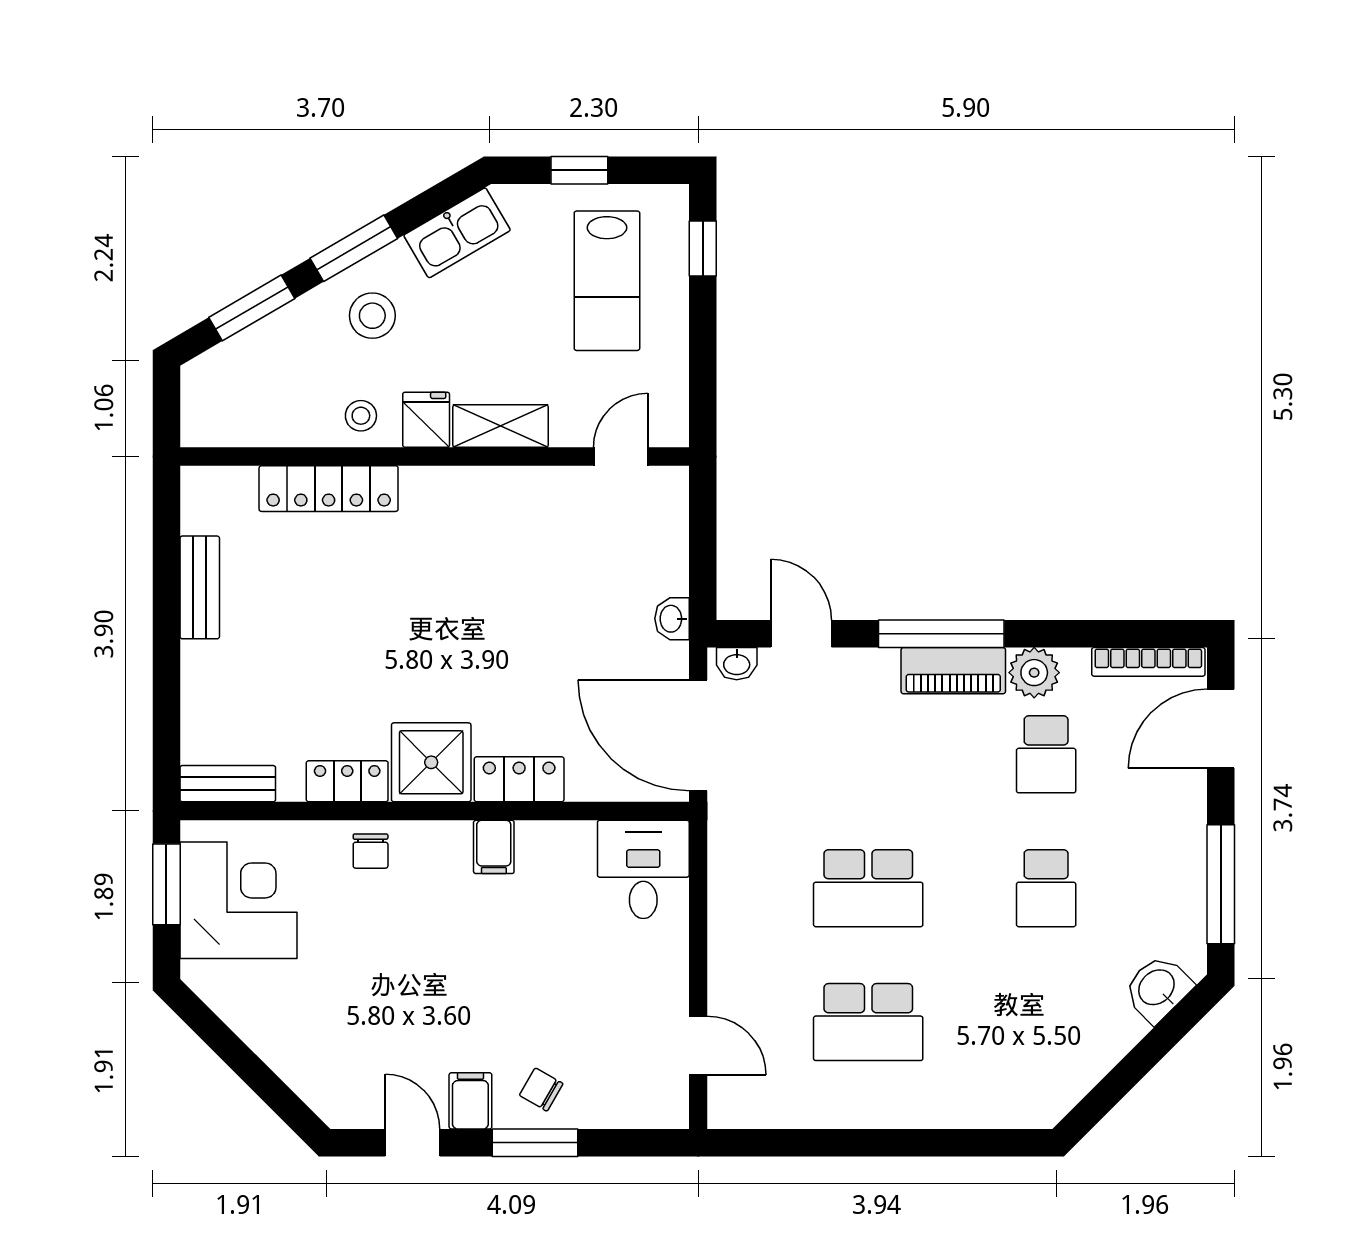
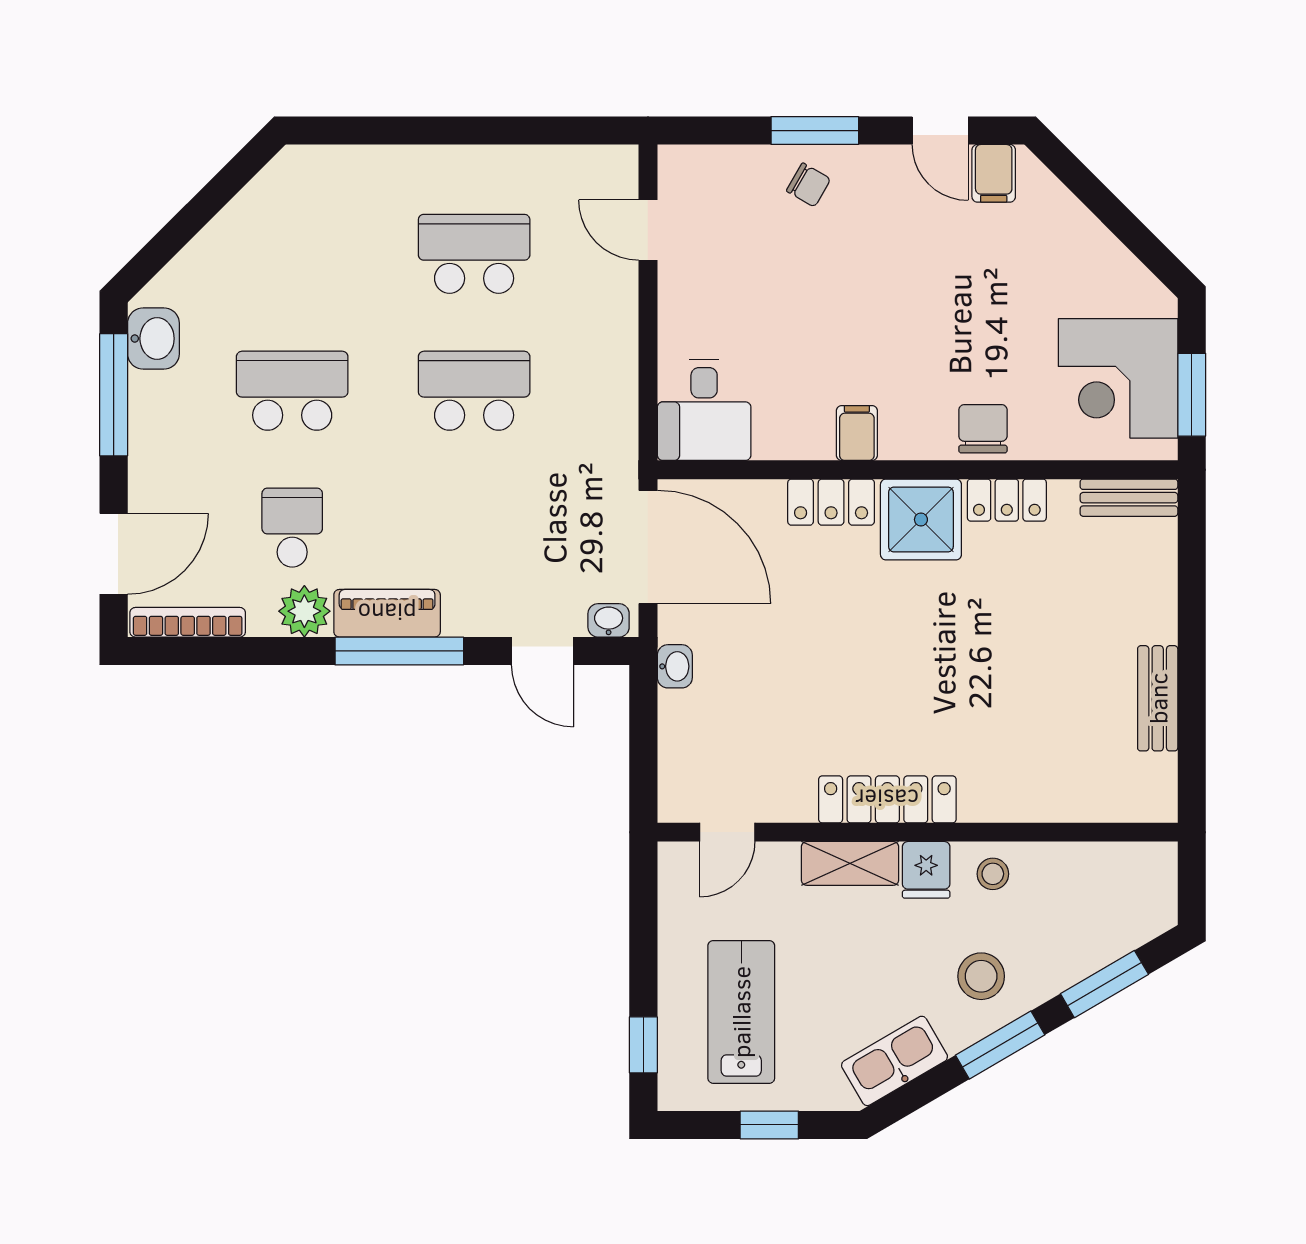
locker: (329, 489) -> (887, 799), moved
chair: (371, 851) -> (983, 429), width x1.37, depth x1.37
school desk: (1046, 888) -> (292, 391), width x1.85
washbasin: (1157, 988) -> (153, 339), moved, turned -45
filing cabinet: (470, 1101) -> (994, 173), moved

